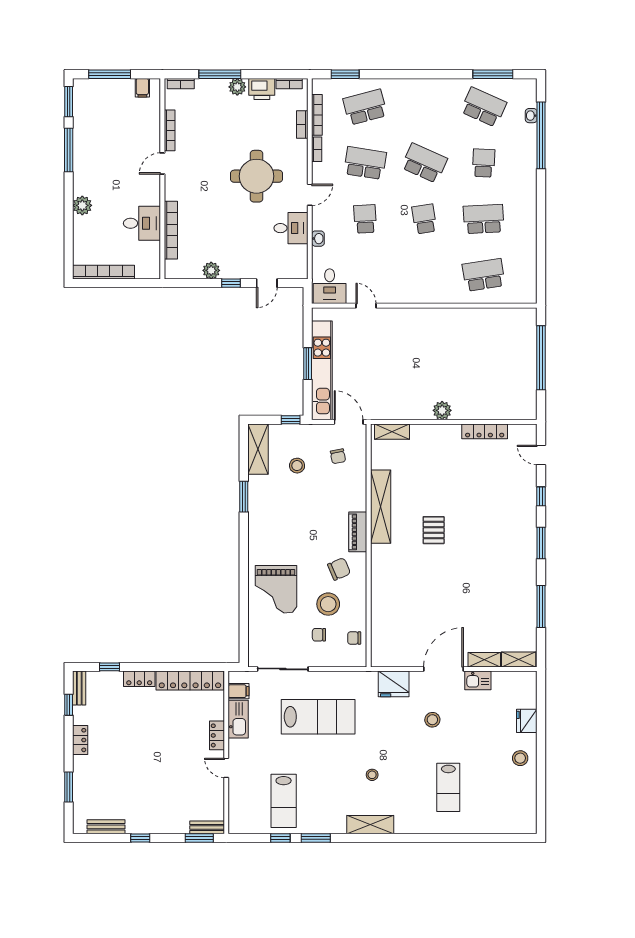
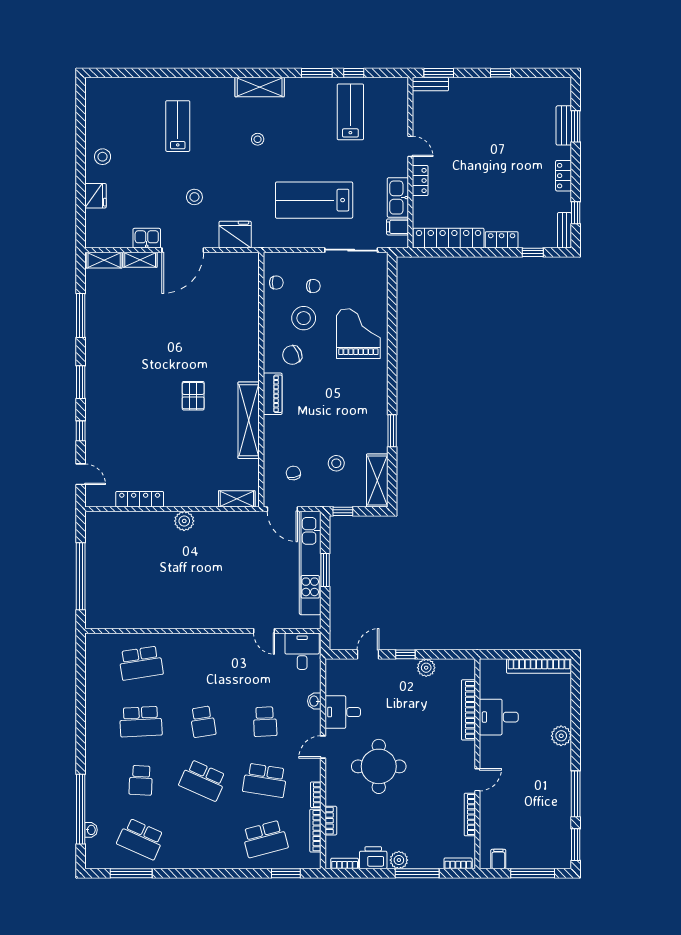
bench: (106, 827) -> (564, 125), moved, turned 90

